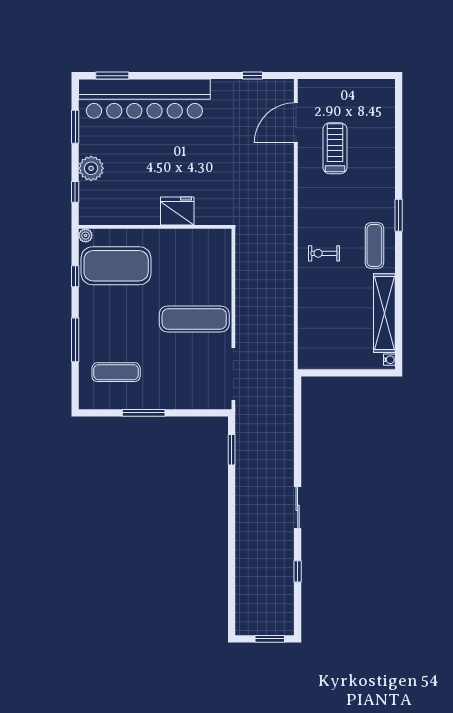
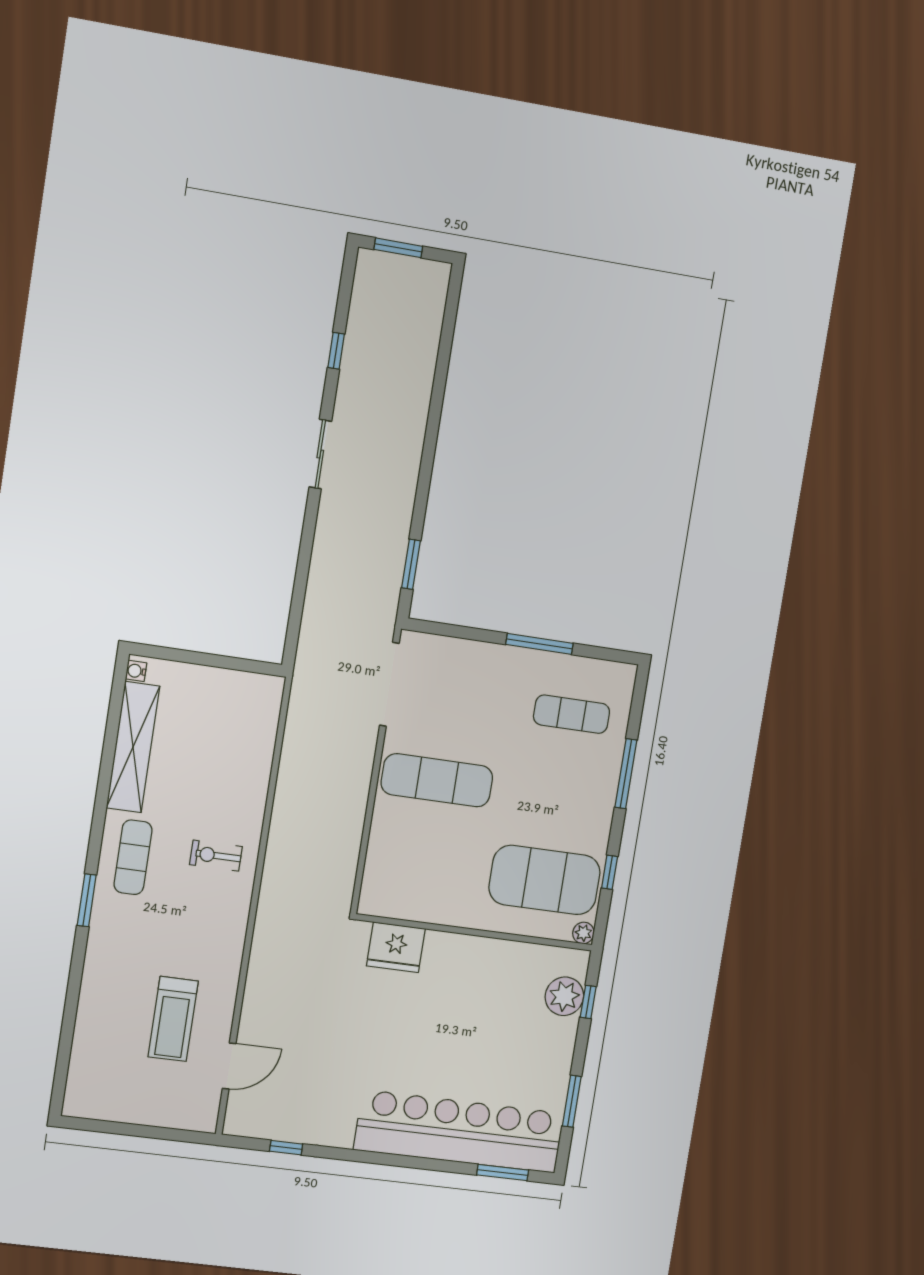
door: (296, 123) -> (229, 1066), width x0.73
plant: (91, 168) -> (564, 996), moved
fridge: (177, 211) -> (396, 947), moved
exercise bike: (324, 253) -> (216, 856), turned 180

